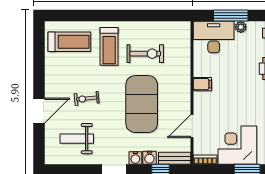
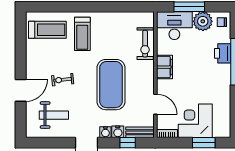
plant: (241, 27) -> (203, 21), width x1.88, depth x1.88
exercise bike: (145, 54) -> (145, 44), moved, turned 90
filing cabinet: (202, 84) -> (164, 67), width x2.00
door: (192, 126) -> (155, 104), swing flipped
weight bench: (77, 139) -> (54, 115), turned 180

